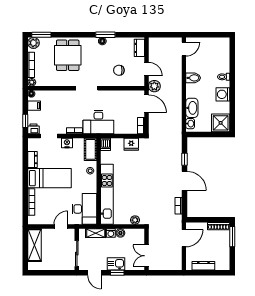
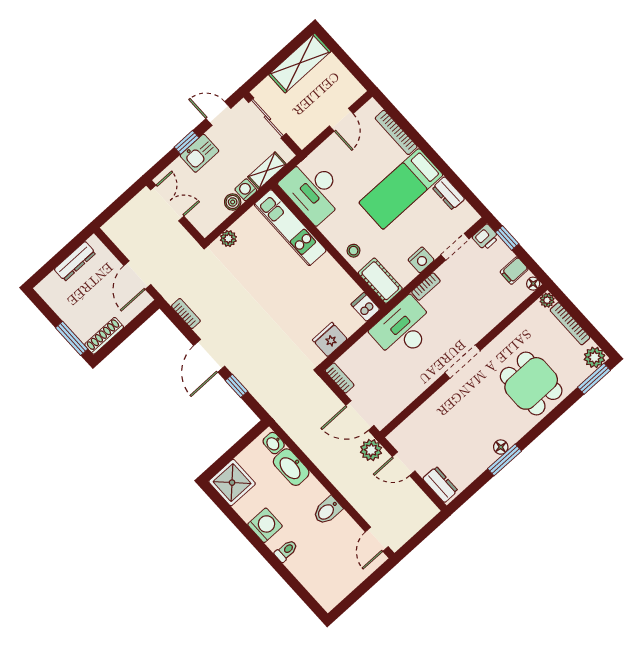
chair: (119, 70) -> (441, 427), removed
door: (184, 181) -> (209, 356), hinge flipped
kitchen unit: (107, 194) -> (290, 228), width x0.73
door: (61, 227) -> (341, 120), moved
shelving: (34, 245) -> (300, 63), moved, turned 90

